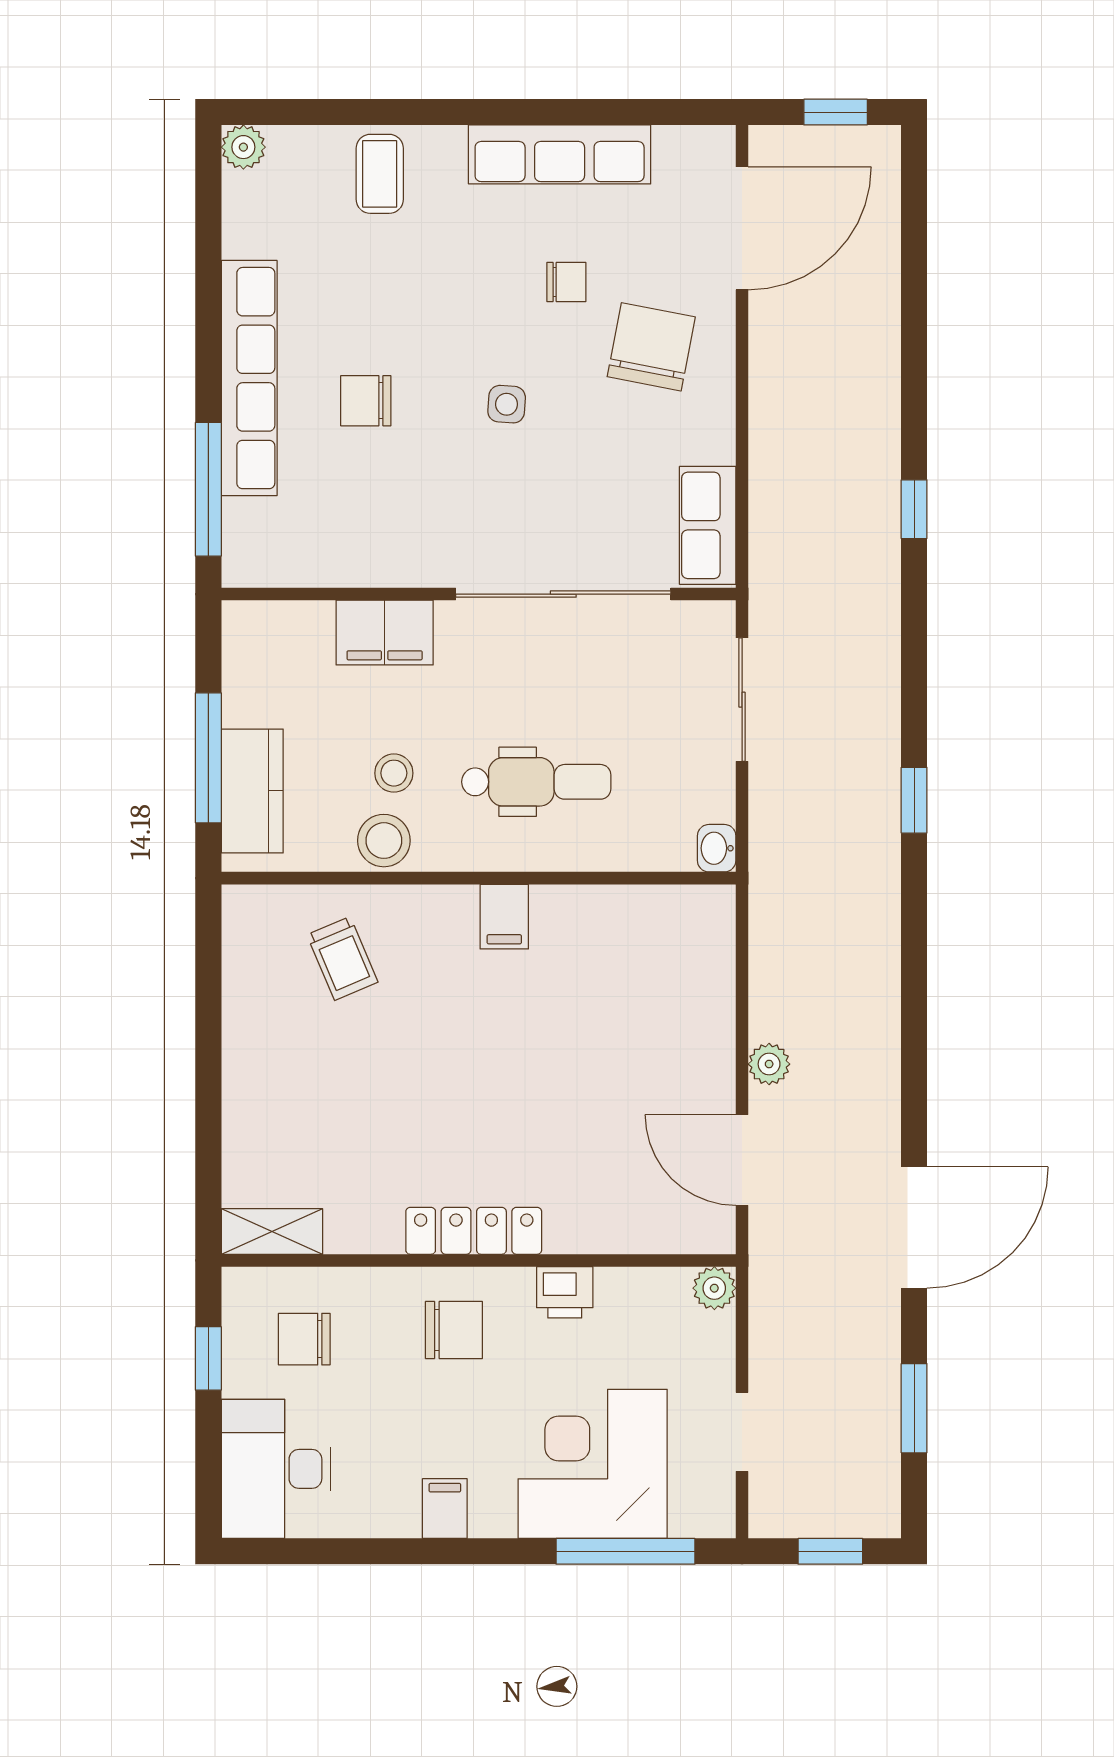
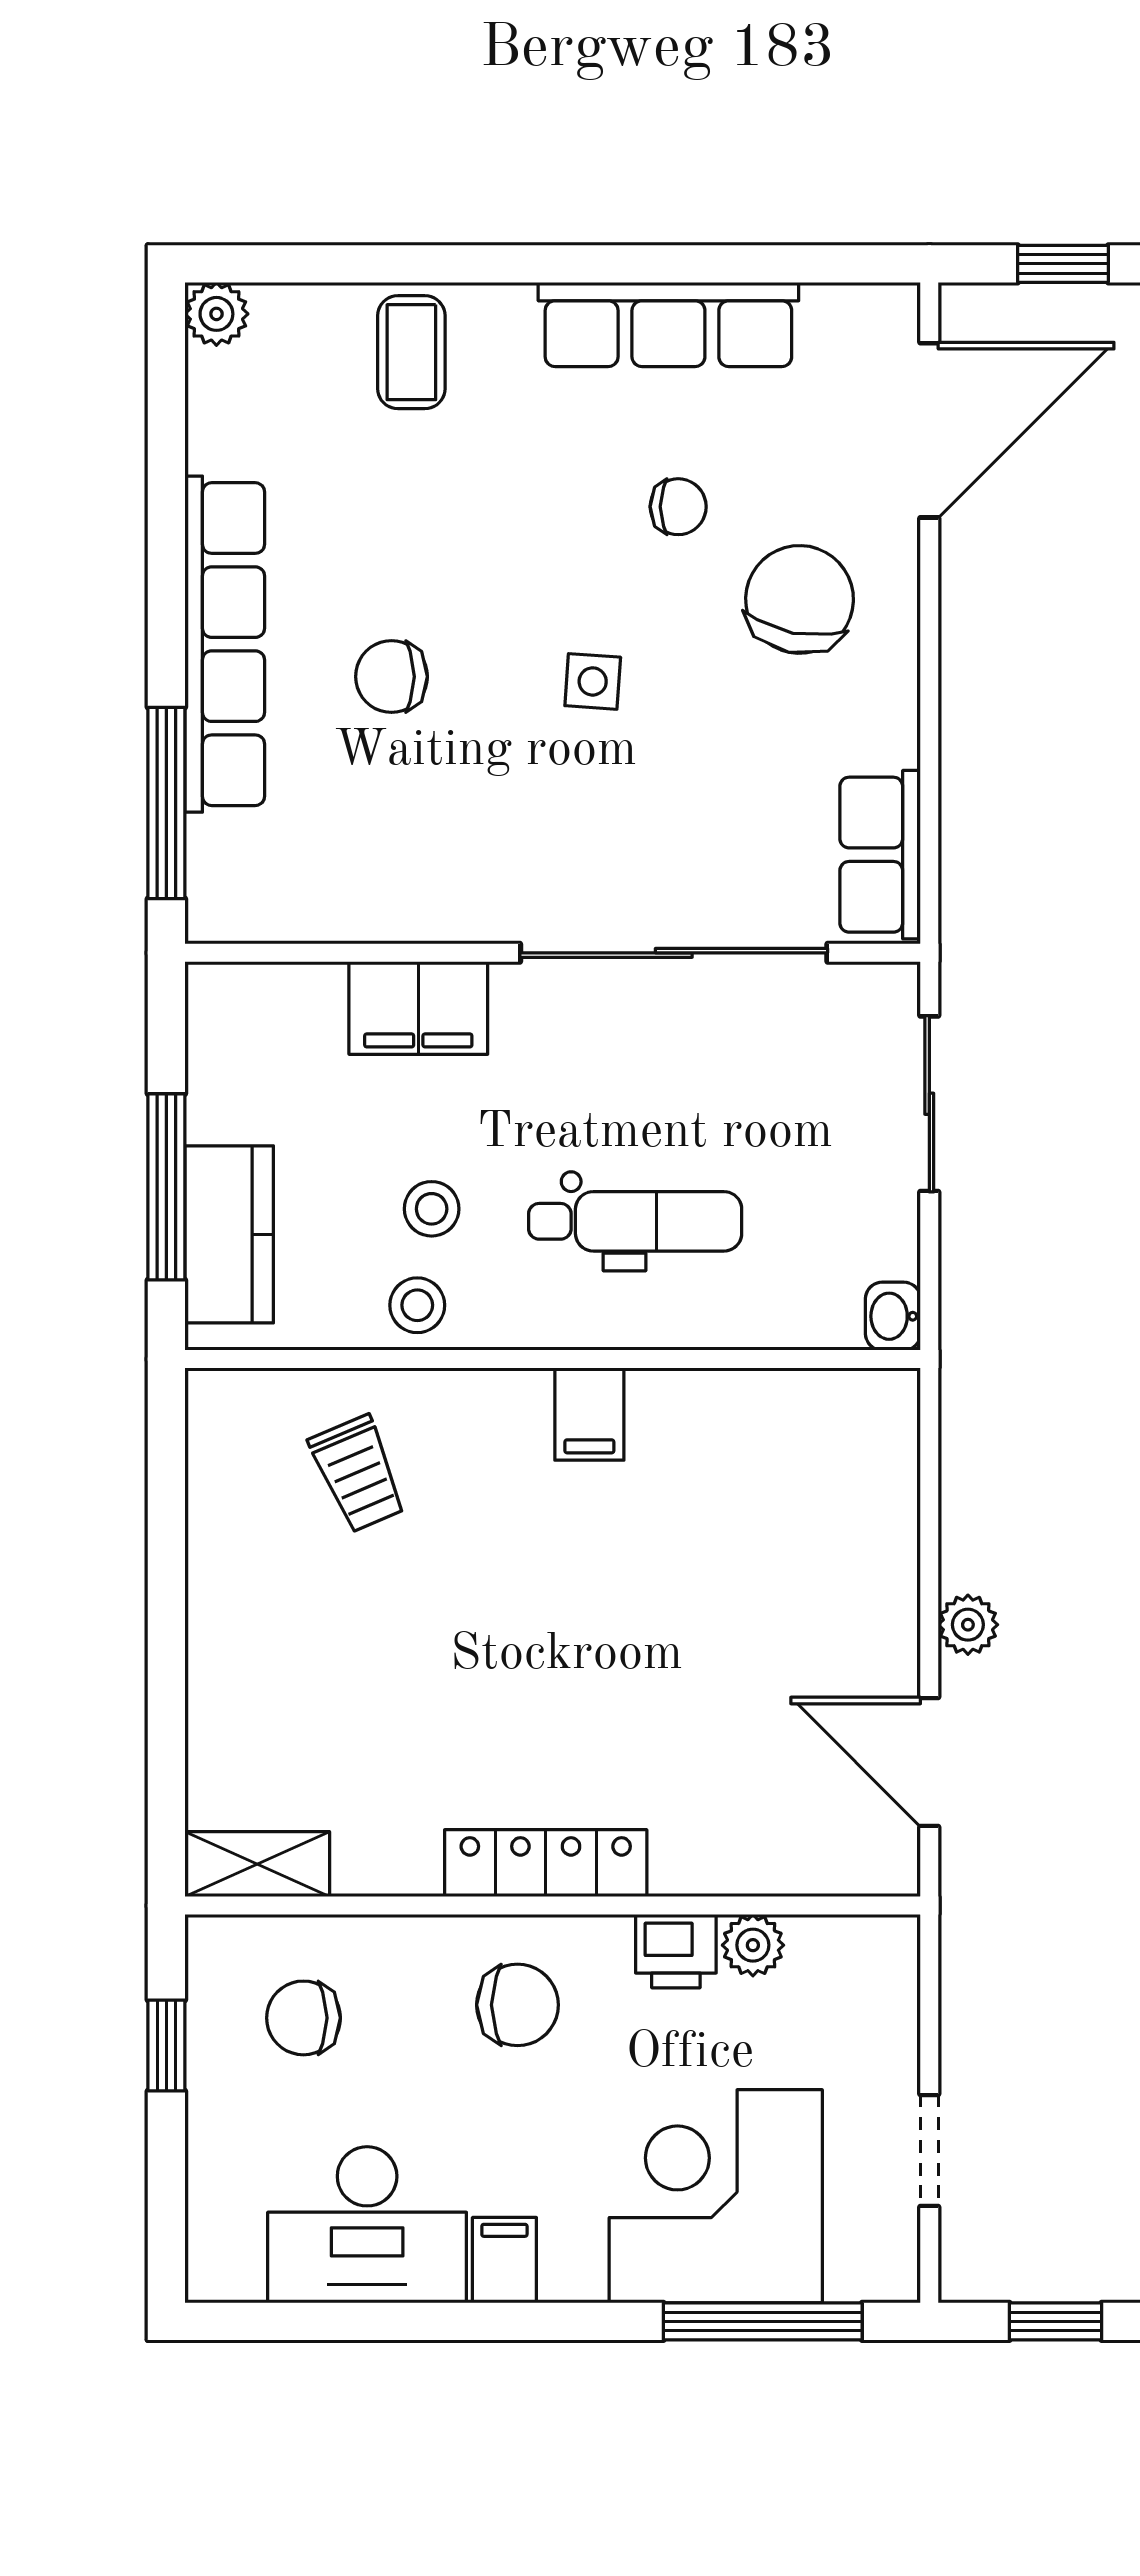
stool: (384, 841) -> (417, 1305), width x0.73, depth x0.73
plant: (714, 1288) -> (753, 1945), moved
desk: (276, 1469) -> (367, 2225), moved, turned -90

